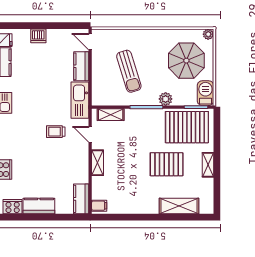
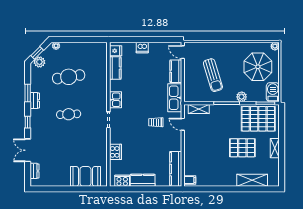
shelving: (98, 163) -> (188, 147), removed
kitchen counter: (81, 199) -> (176, 169), width x1.50

